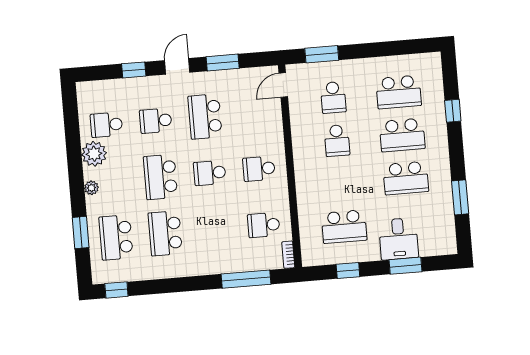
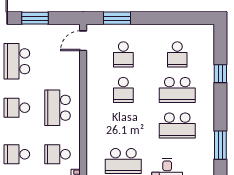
school desk: (399, 92) -> (177, 54), width x0.54
school desk: (259, 169) -> (57, 108), width x1.85
school desk: (214, 229) -> (17, 154), added

